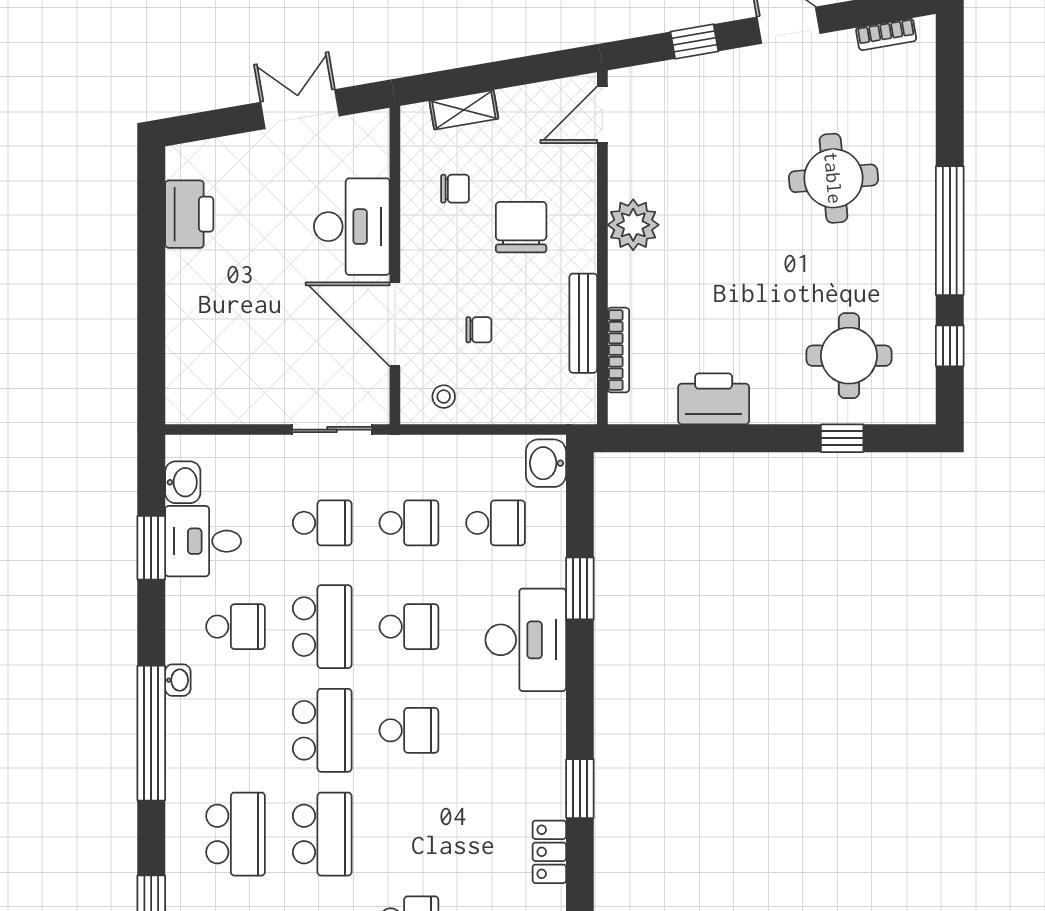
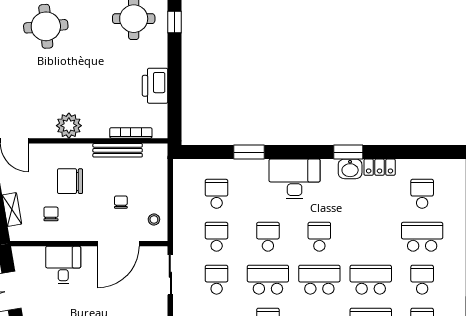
desk: (352, 227) -> (63, 265), width x0.73
washbasin: (546, 463) -> (350, 169), moved
desk: (526, 640) -> (295, 179), moved

